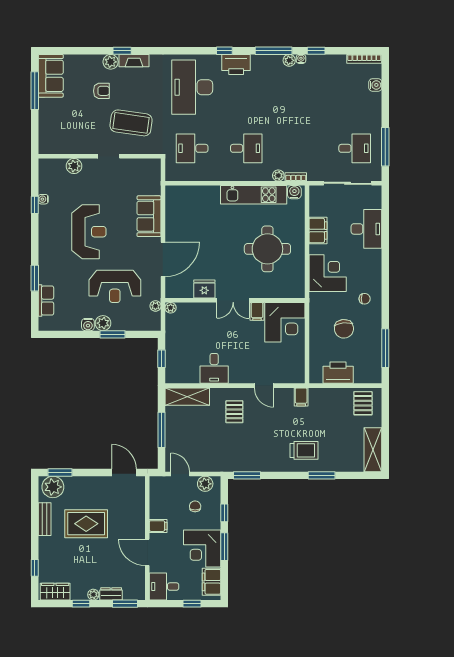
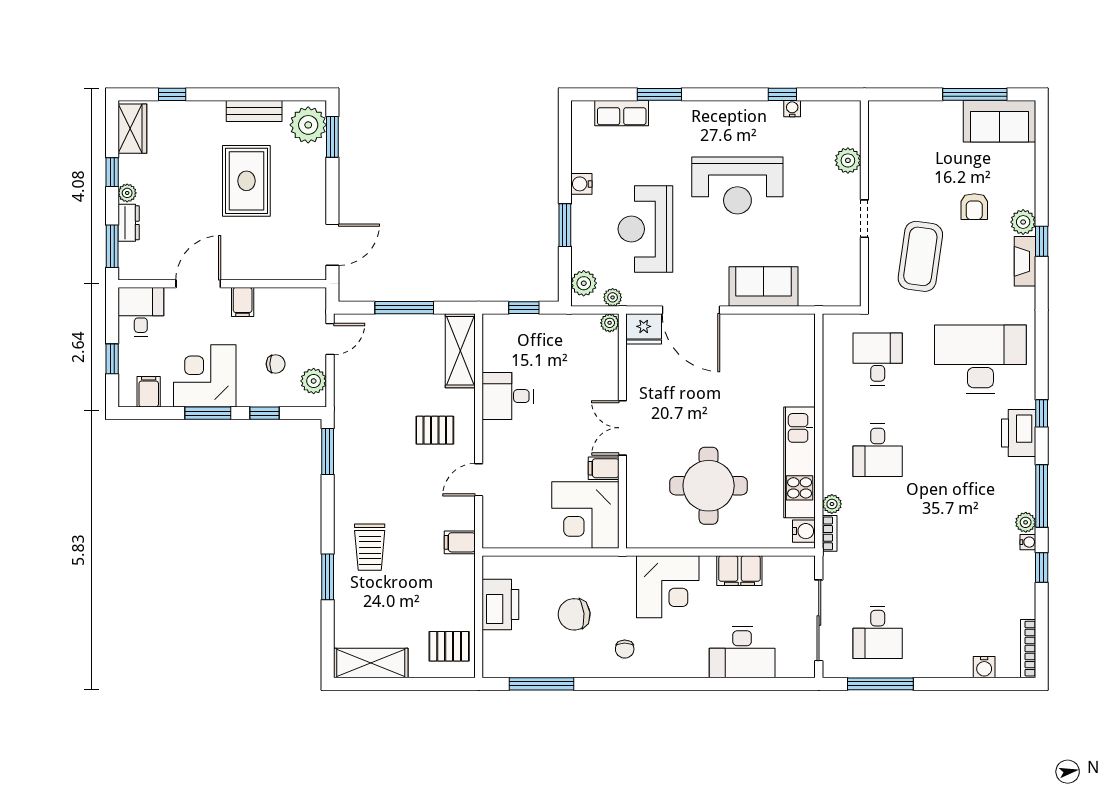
fridge: (204, 289) -> (644, 329), moved, turned 90
plant: (103, 323) -> (584, 283), moved
filing cabinet: (212, 582) -> (149, 392), width x0.50

